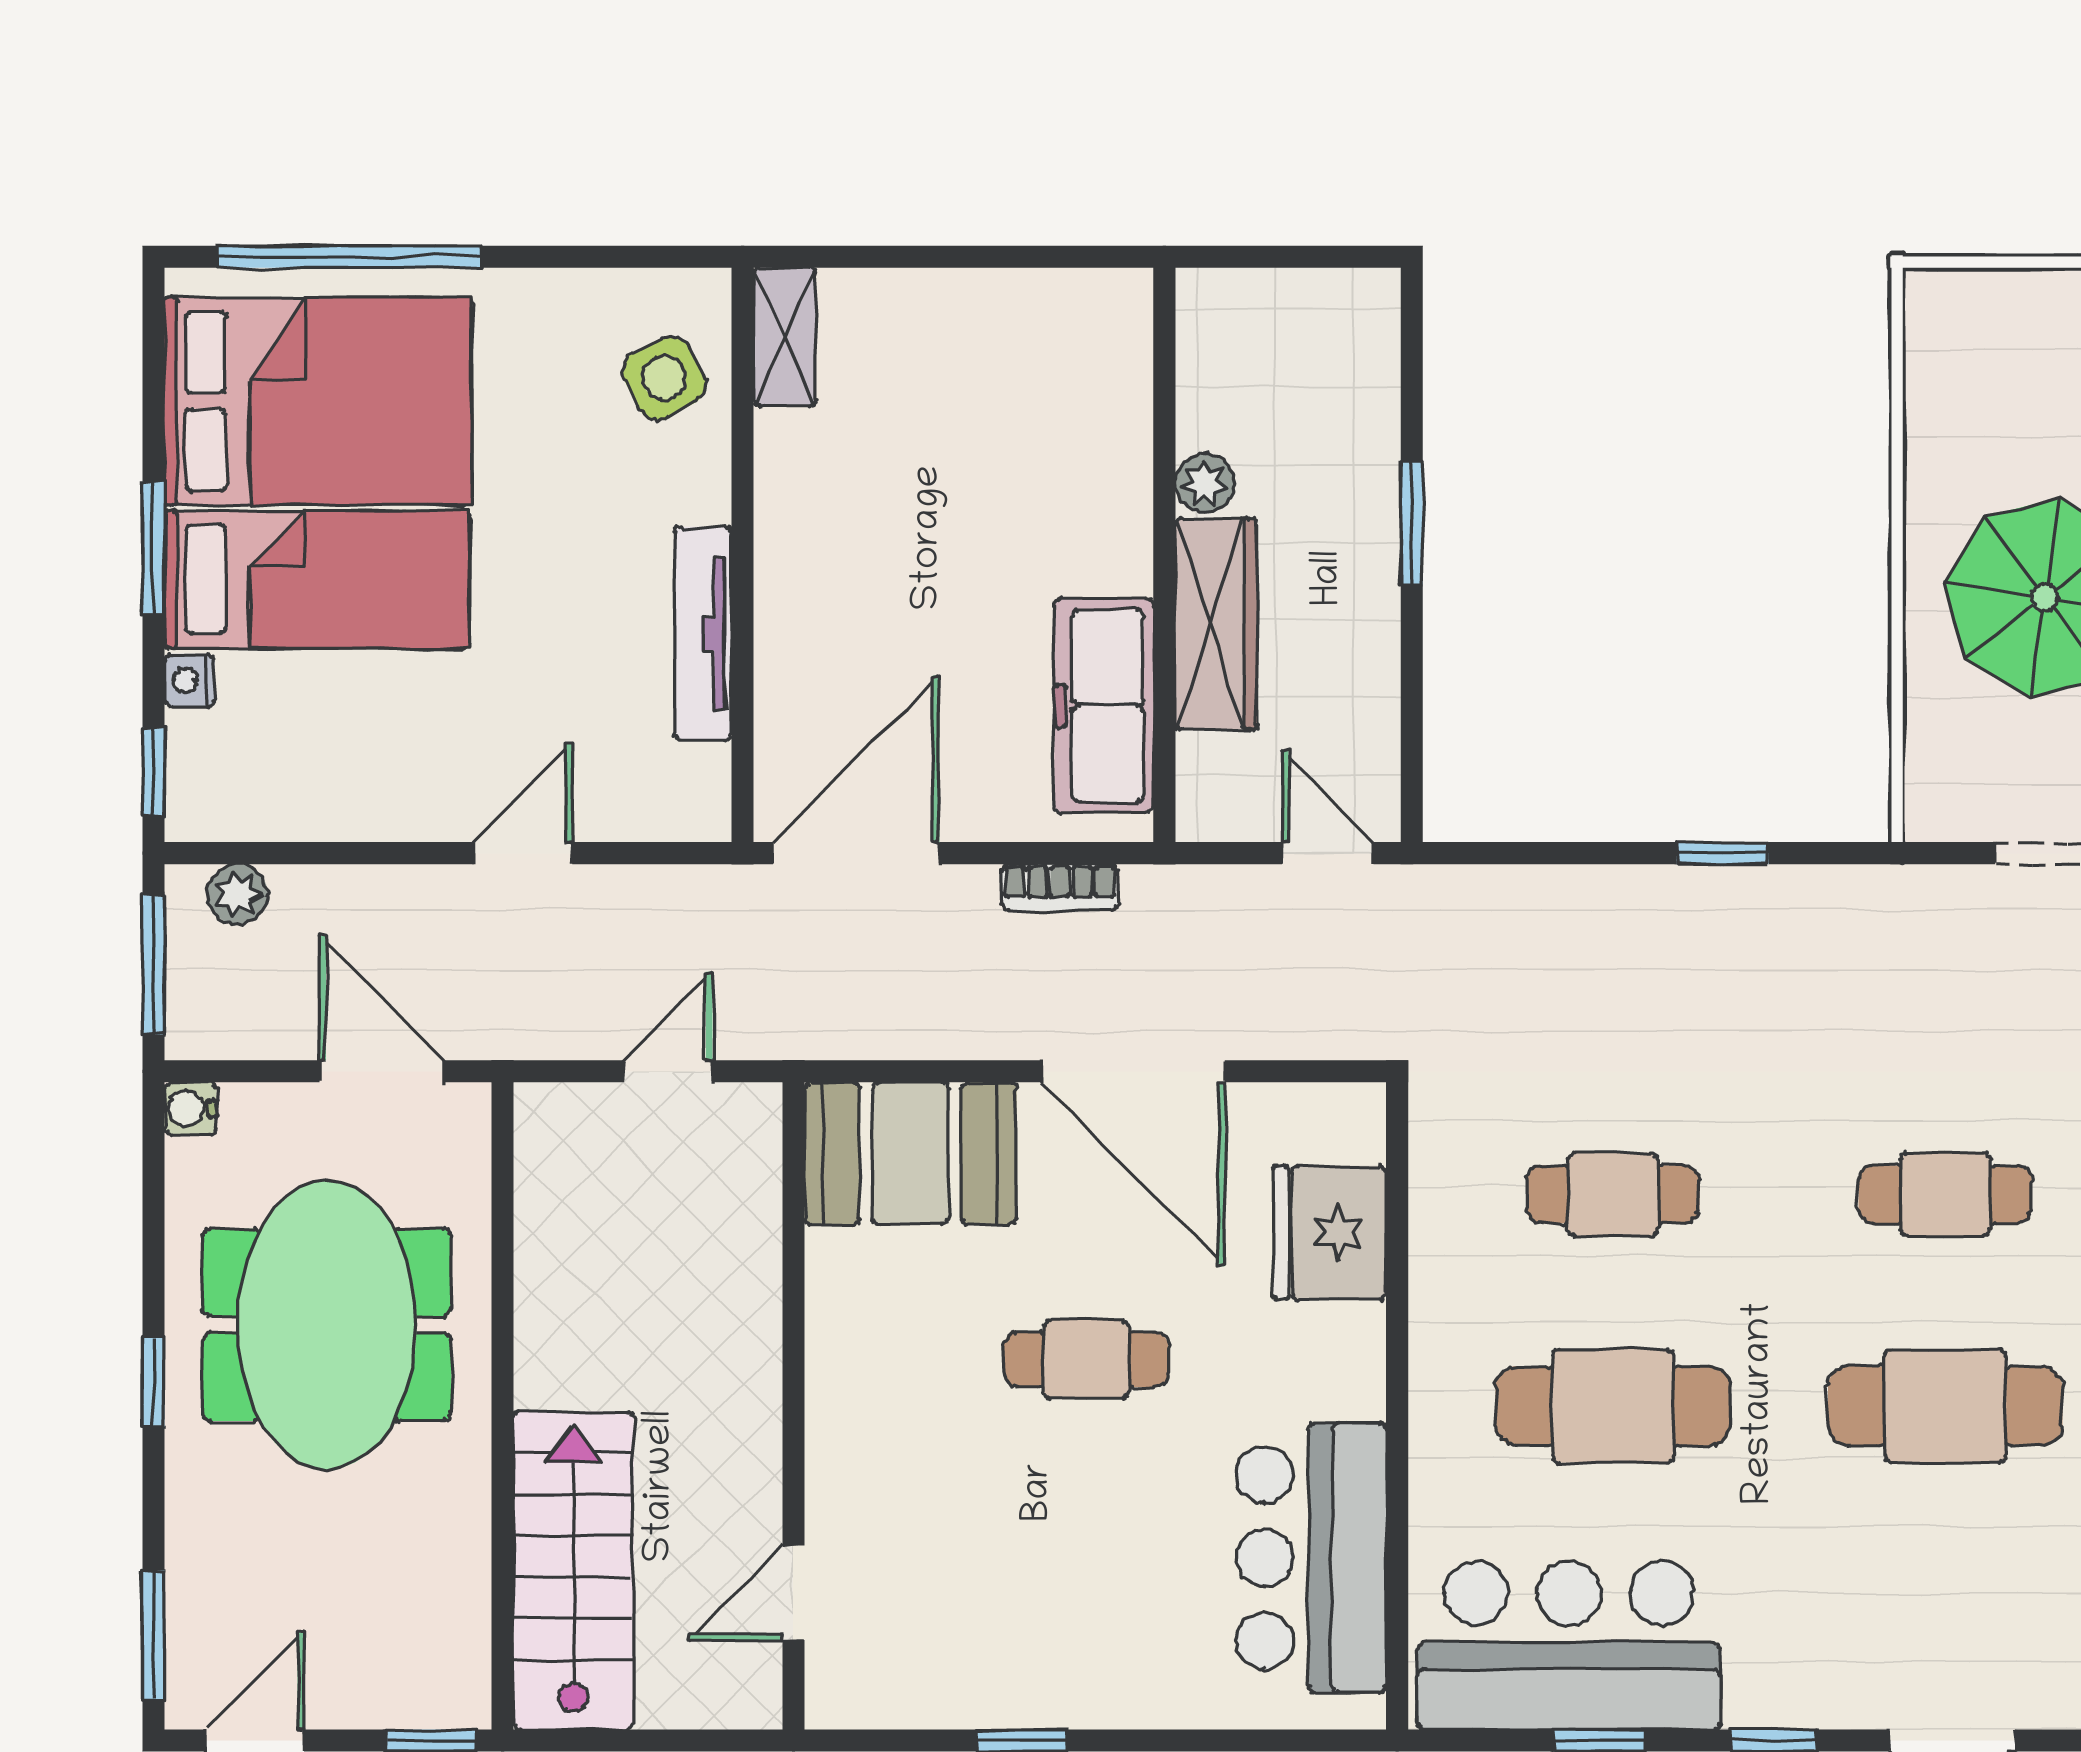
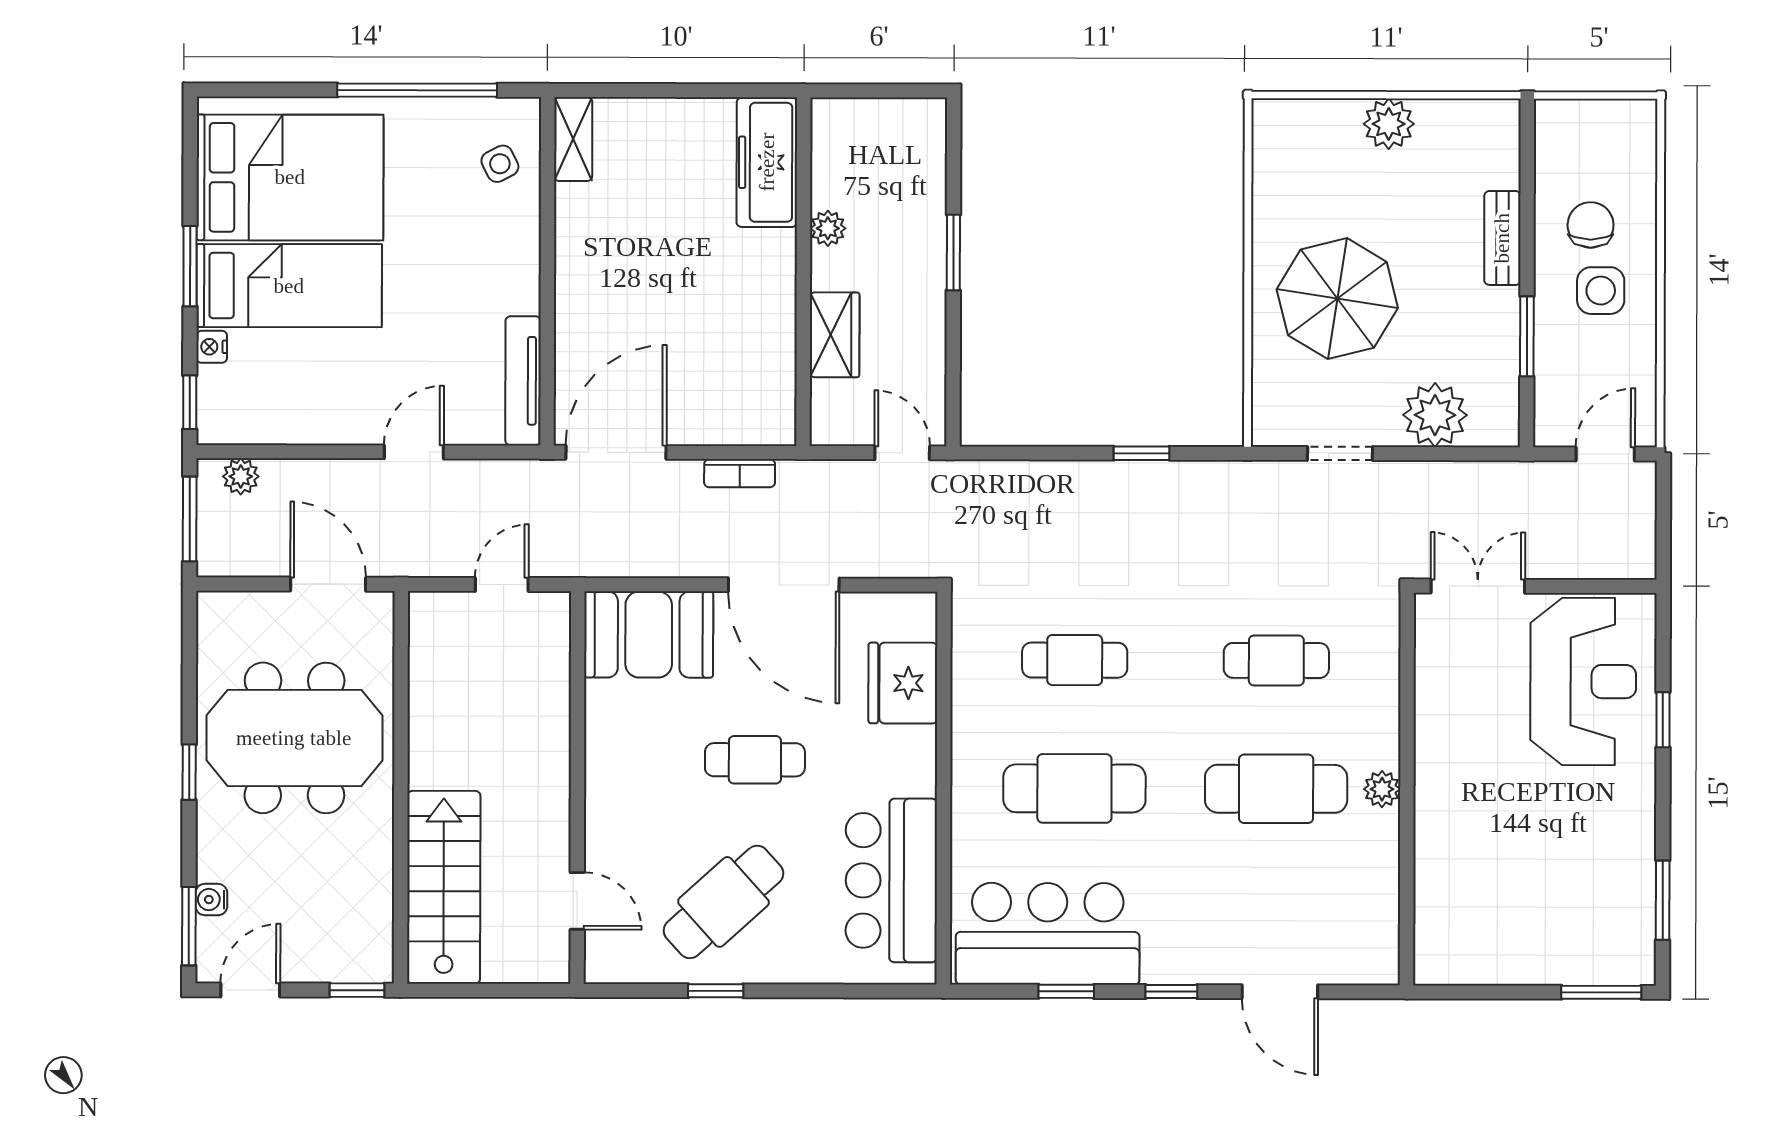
window: (348, 257) -> (417, 90), moved
side table: (664, 378) -> (500, 164), width x0.73, depth x0.73
wardrobe: (1216, 624) -> (835, 335), width x0.67
tv unit: (703, 634) -> (523, 381), moved
freezer: (1104, 706) -> (767, 162), moved
water cooler: (190, 1108) -> (211, 900), moved
meeting table: (327, 1325) -> (294, 738), turned 90
door: (793, 1593) -> (577, 901), swing flipped
cafe table: (1035, 1594) -> (723, 902), added

